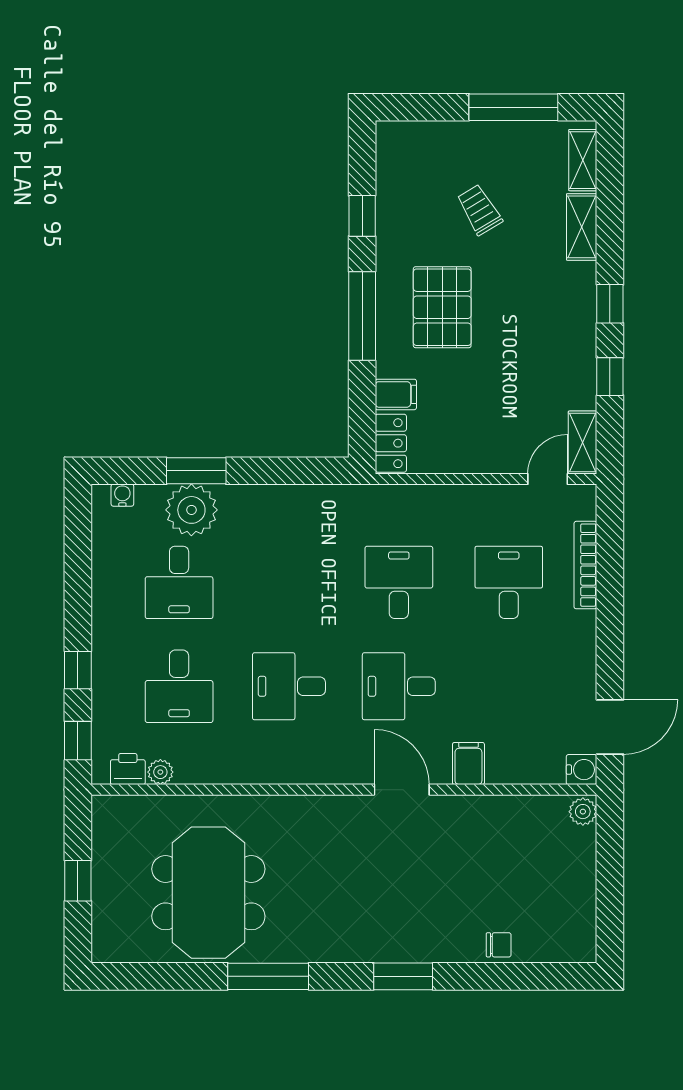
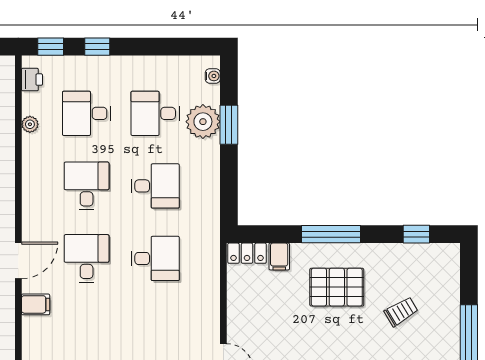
window: (362, 216) -> (416, 234), moved
desk: (509, 582) -> (155, 186), moved
plant: (160, 772) -> (30, 124), moved

